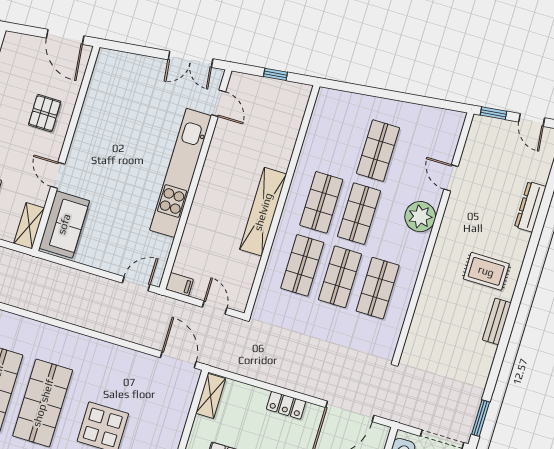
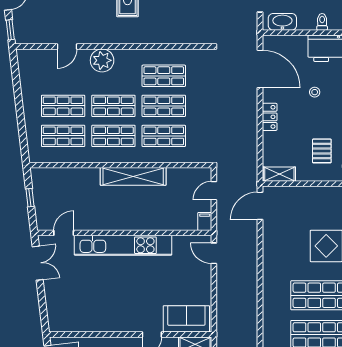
shop shelf: (340, 139) -> (63, 136), added

